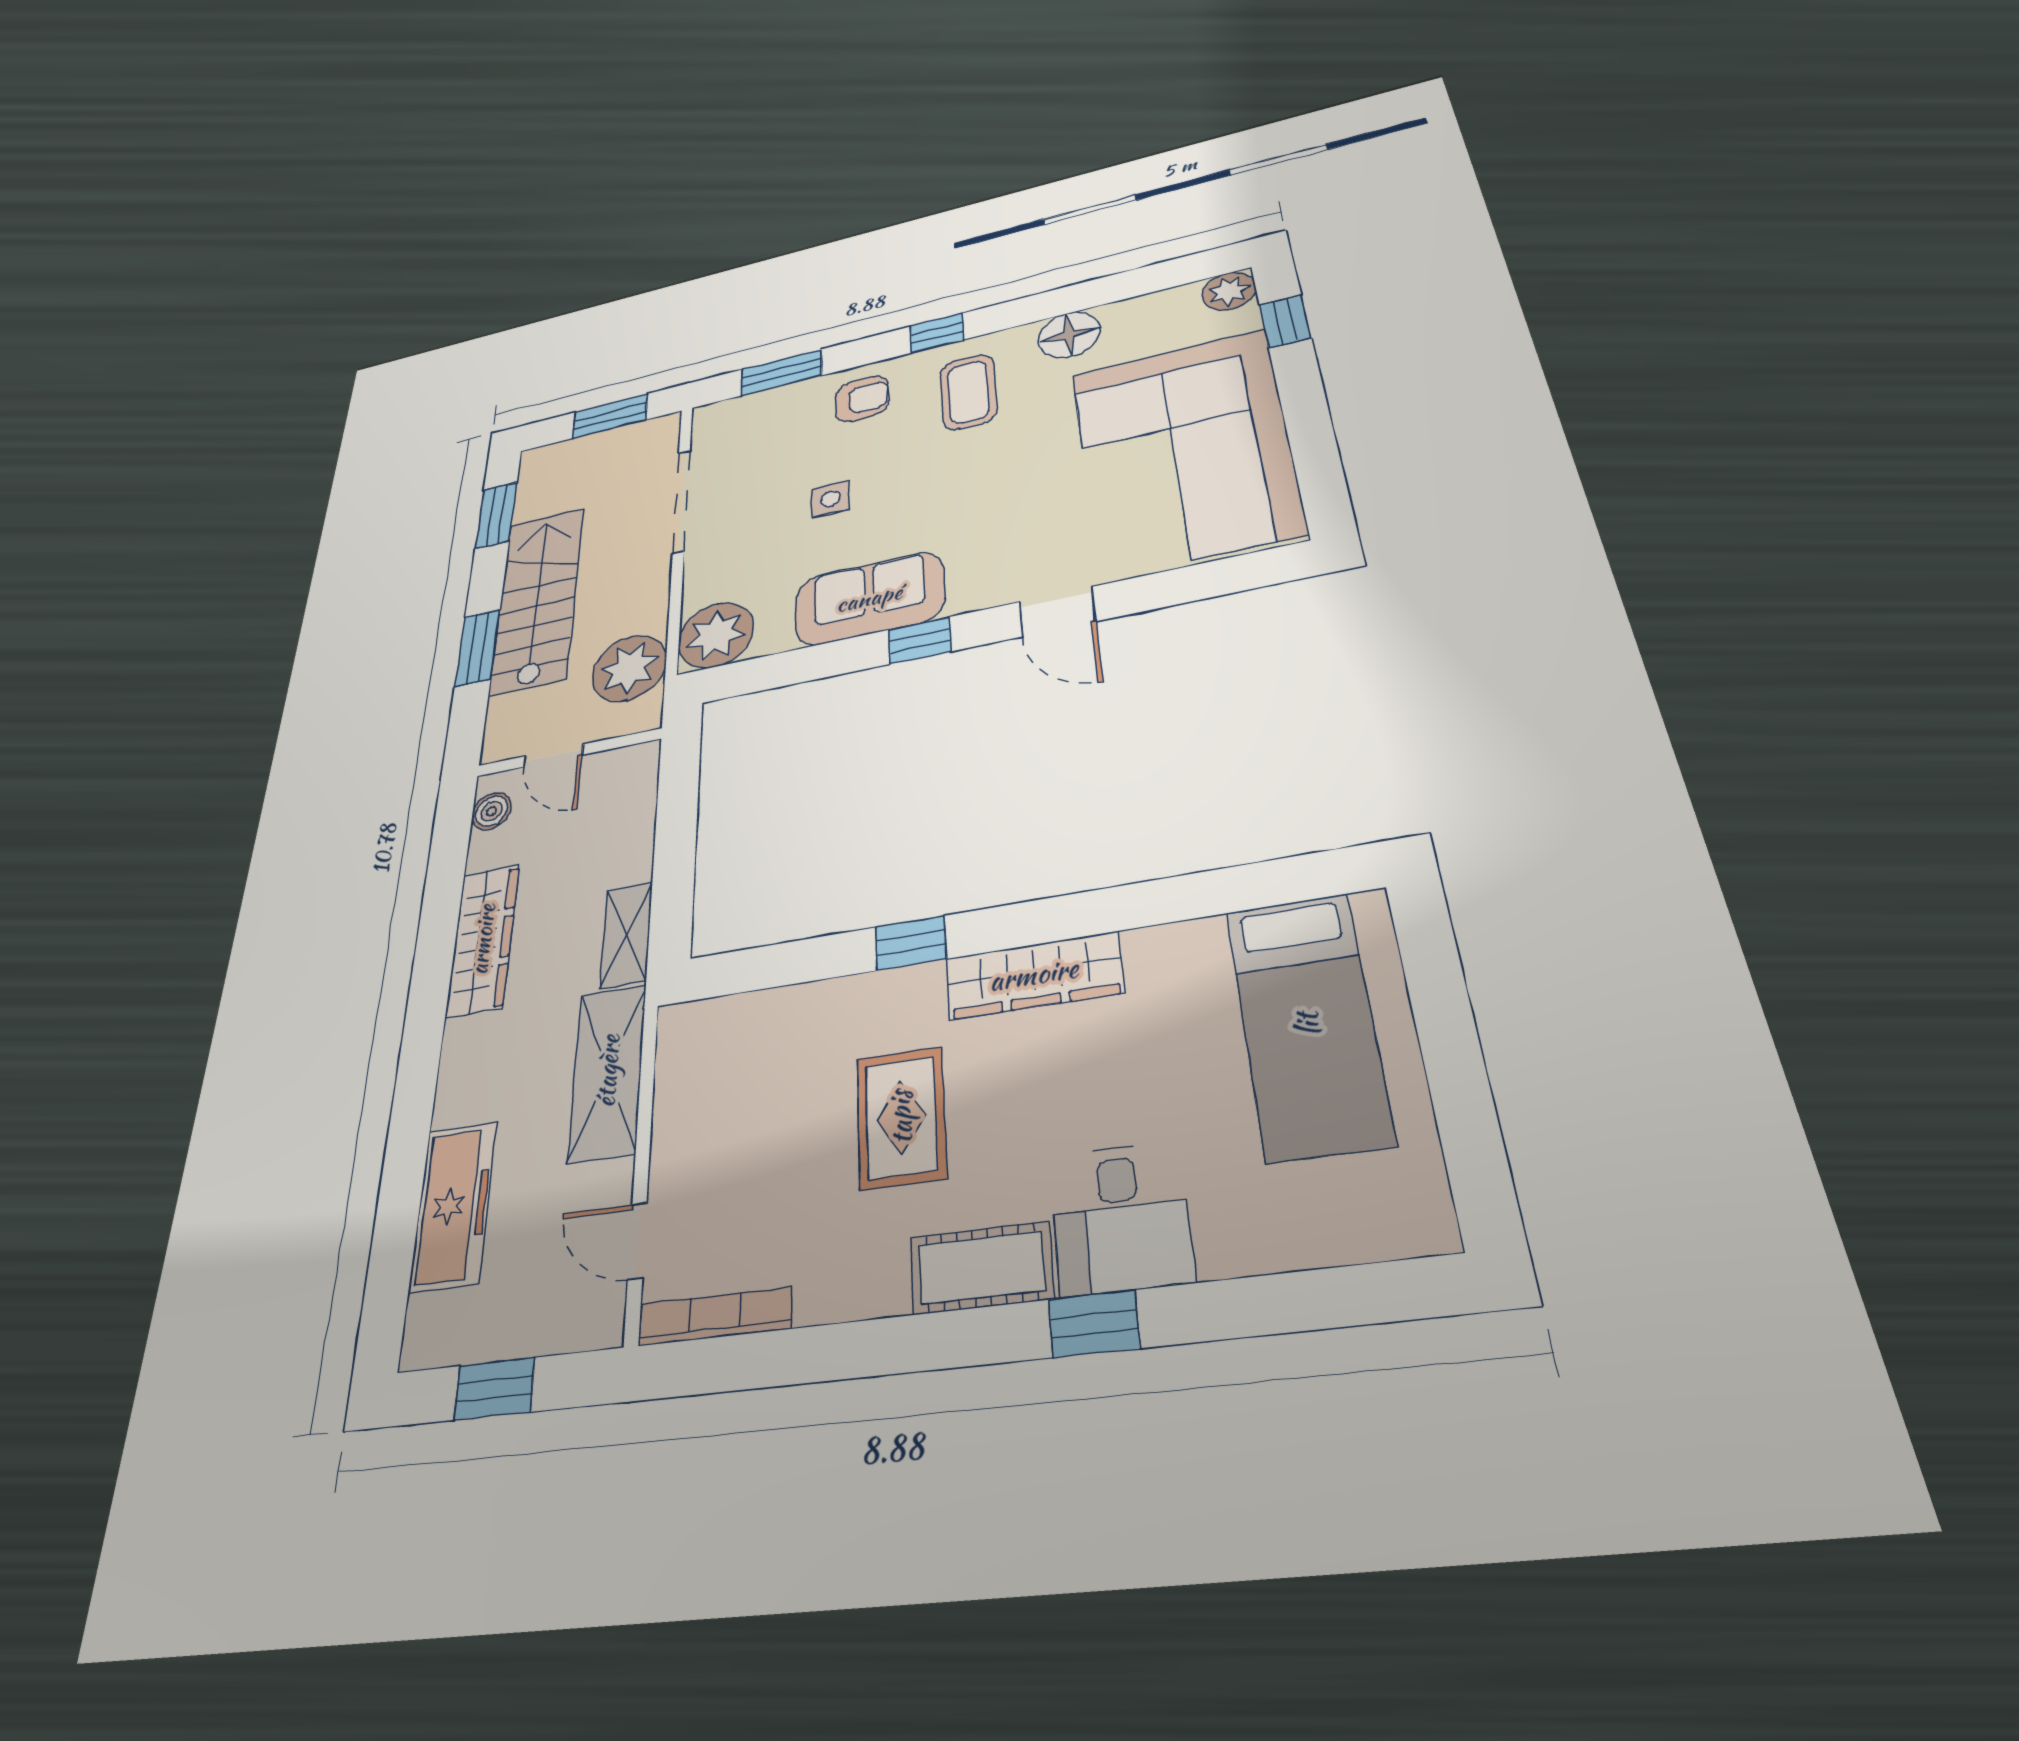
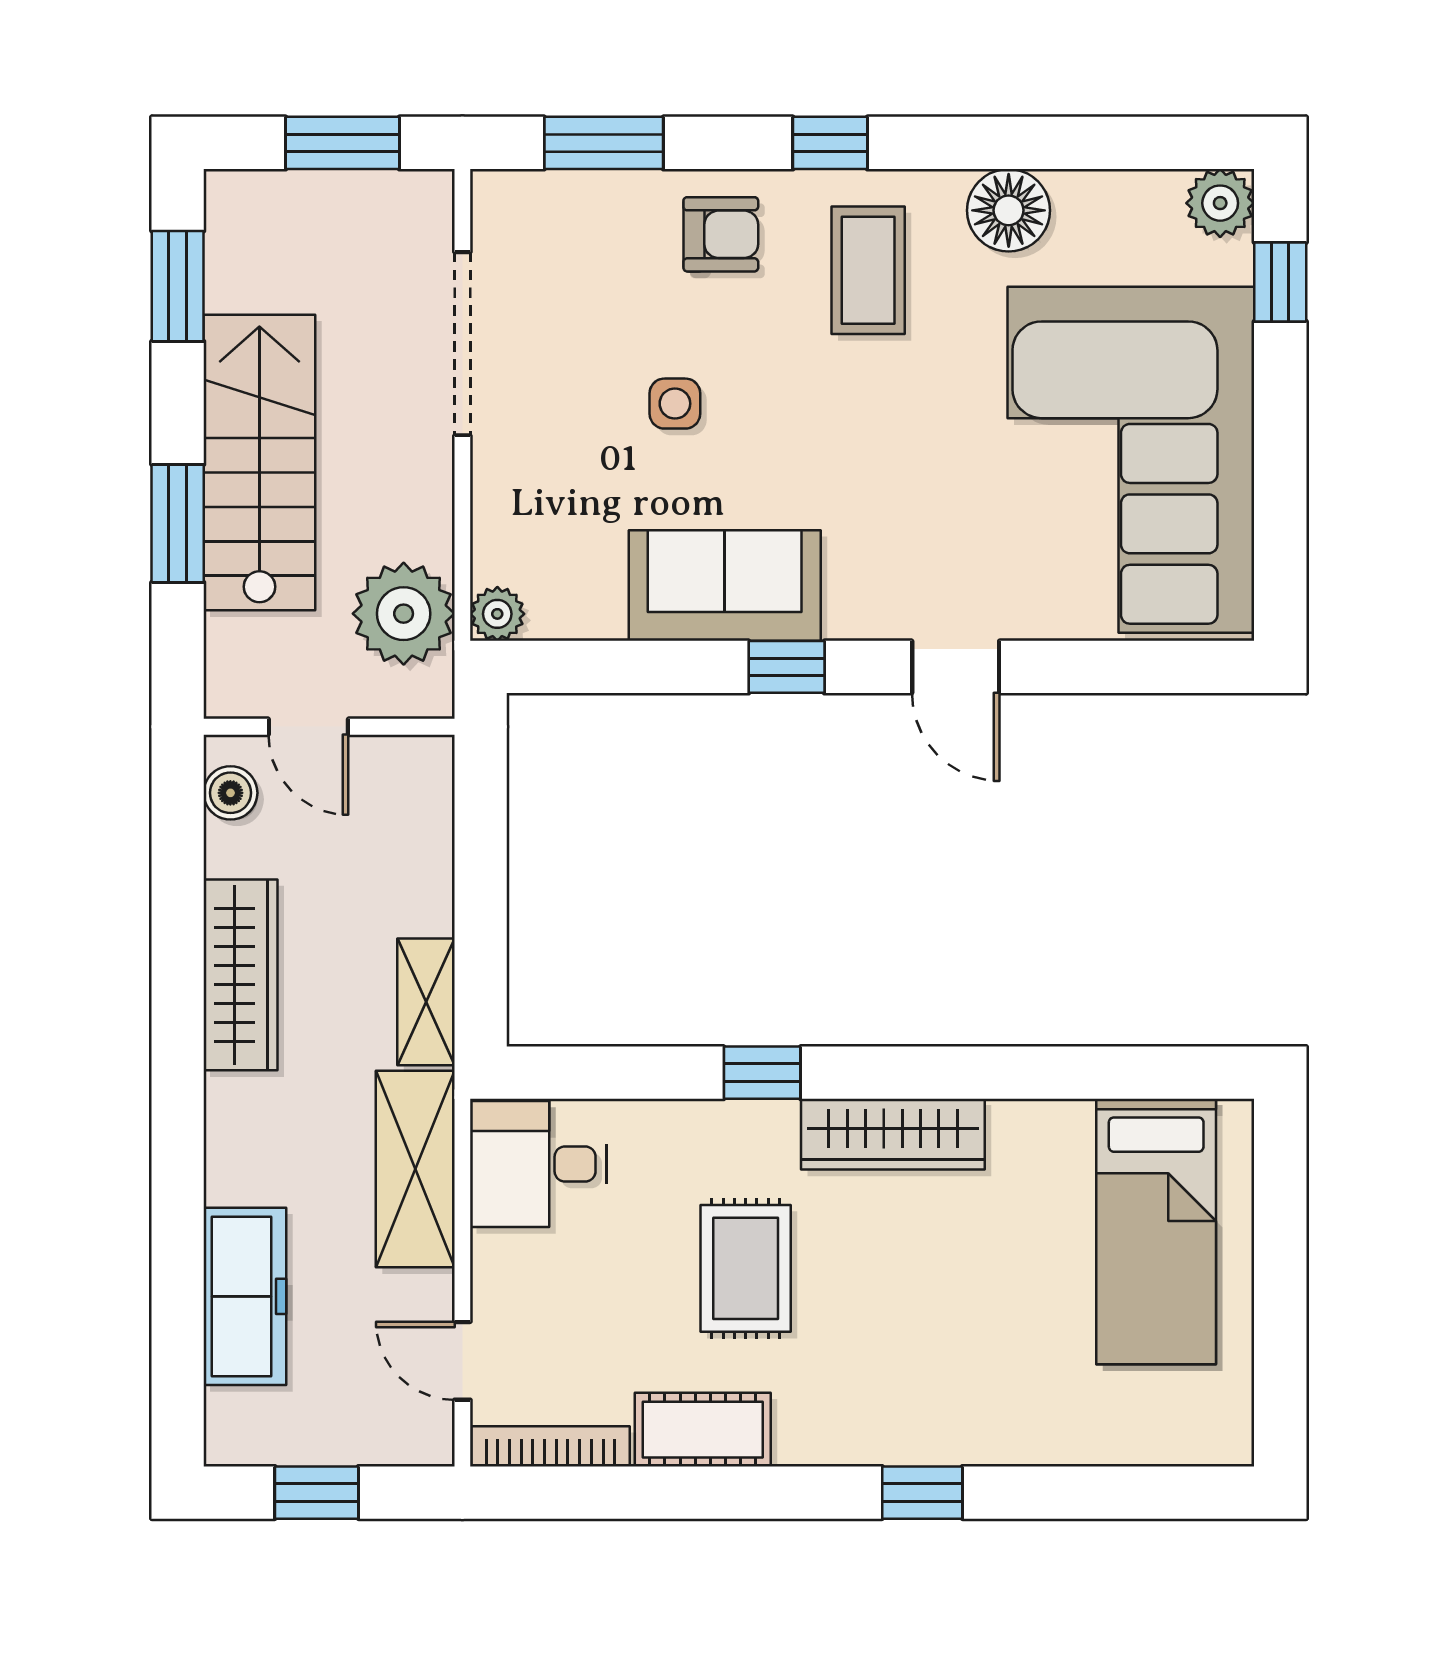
plant: (716, 635) -> (497, 614), width x0.53, depth x0.53
desk: (1120, 1218) -> (538, 1164), moved, turned 90
cot: (981, 1268) -> (703, 1430), moved

